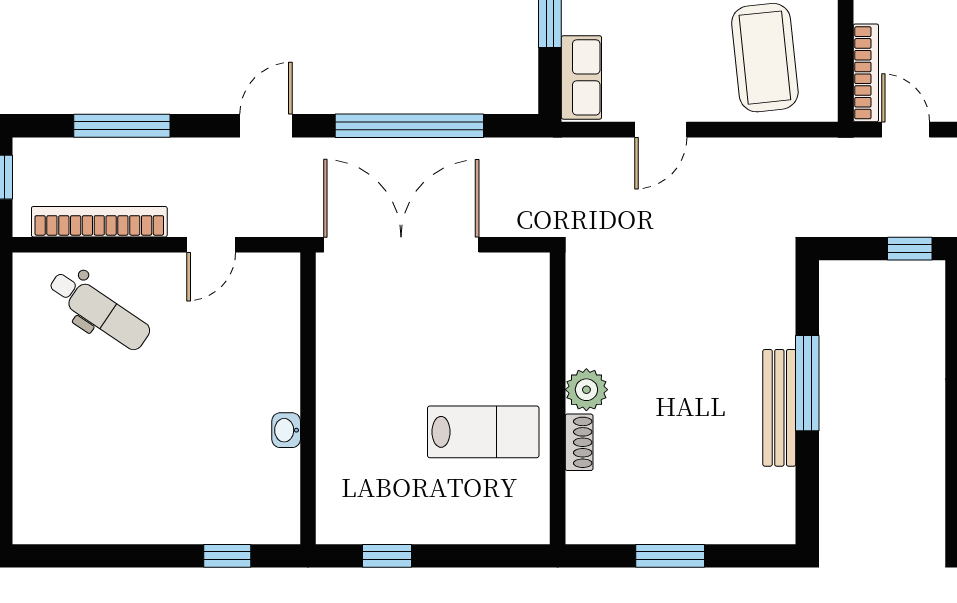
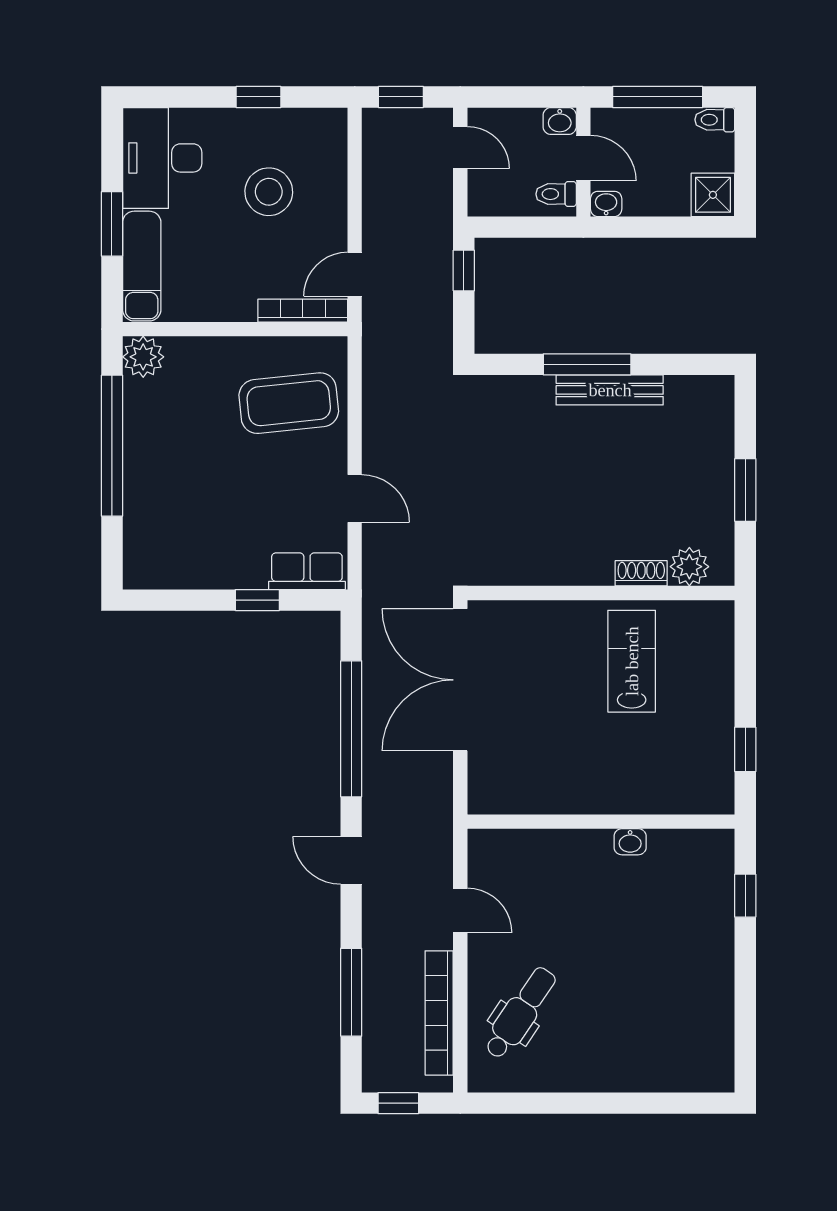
double door: (401, 245) -> (460, 680), moved
plant: (586, 390) -> (689, 567), moved

